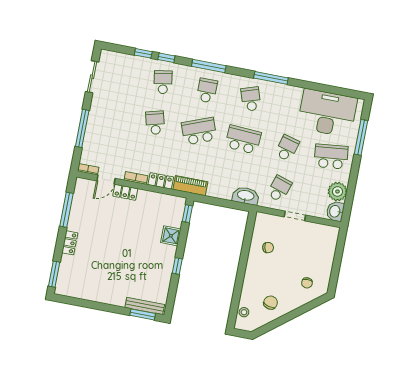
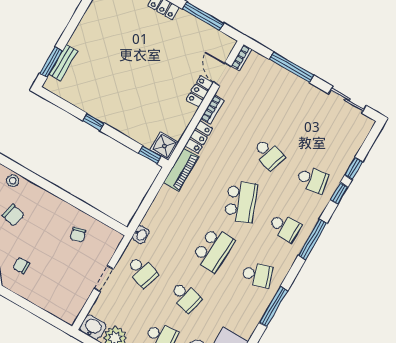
school desk: (155, 123) -> (268, 154), turned 33
washbasin: (246, 196) -> (141, 235), width x0.52, depth x0.69
shower: (171, 236) -> (164, 146), moved
bench: (145, 306) -> (63, 63), width x0.73

